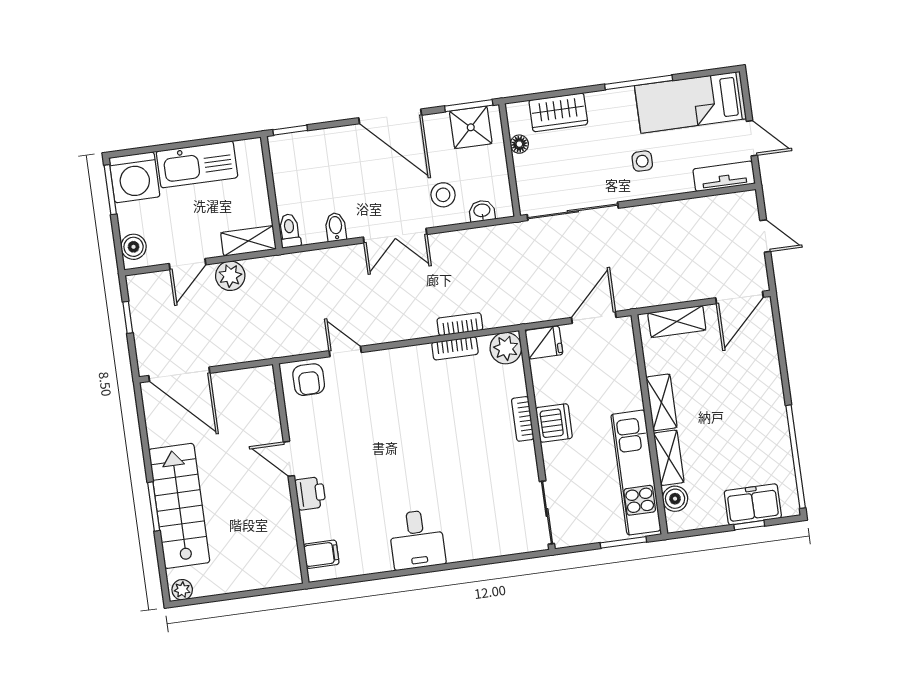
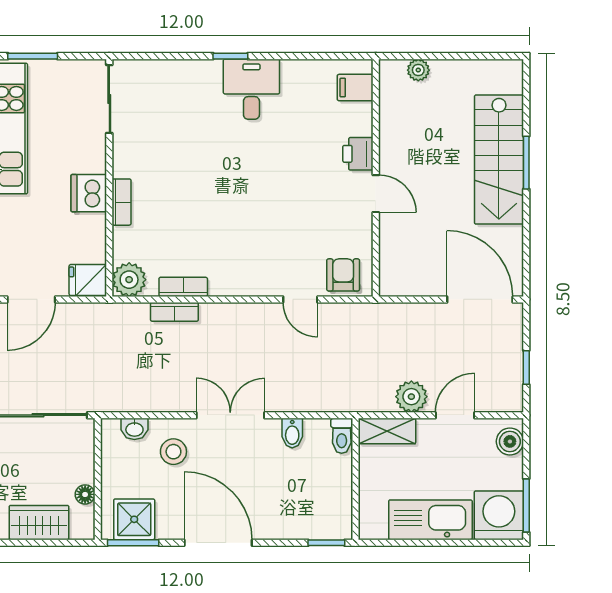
window: (440, 567) -> (230, 56), added
plant: (182, 590) -> (418, 70), moved

